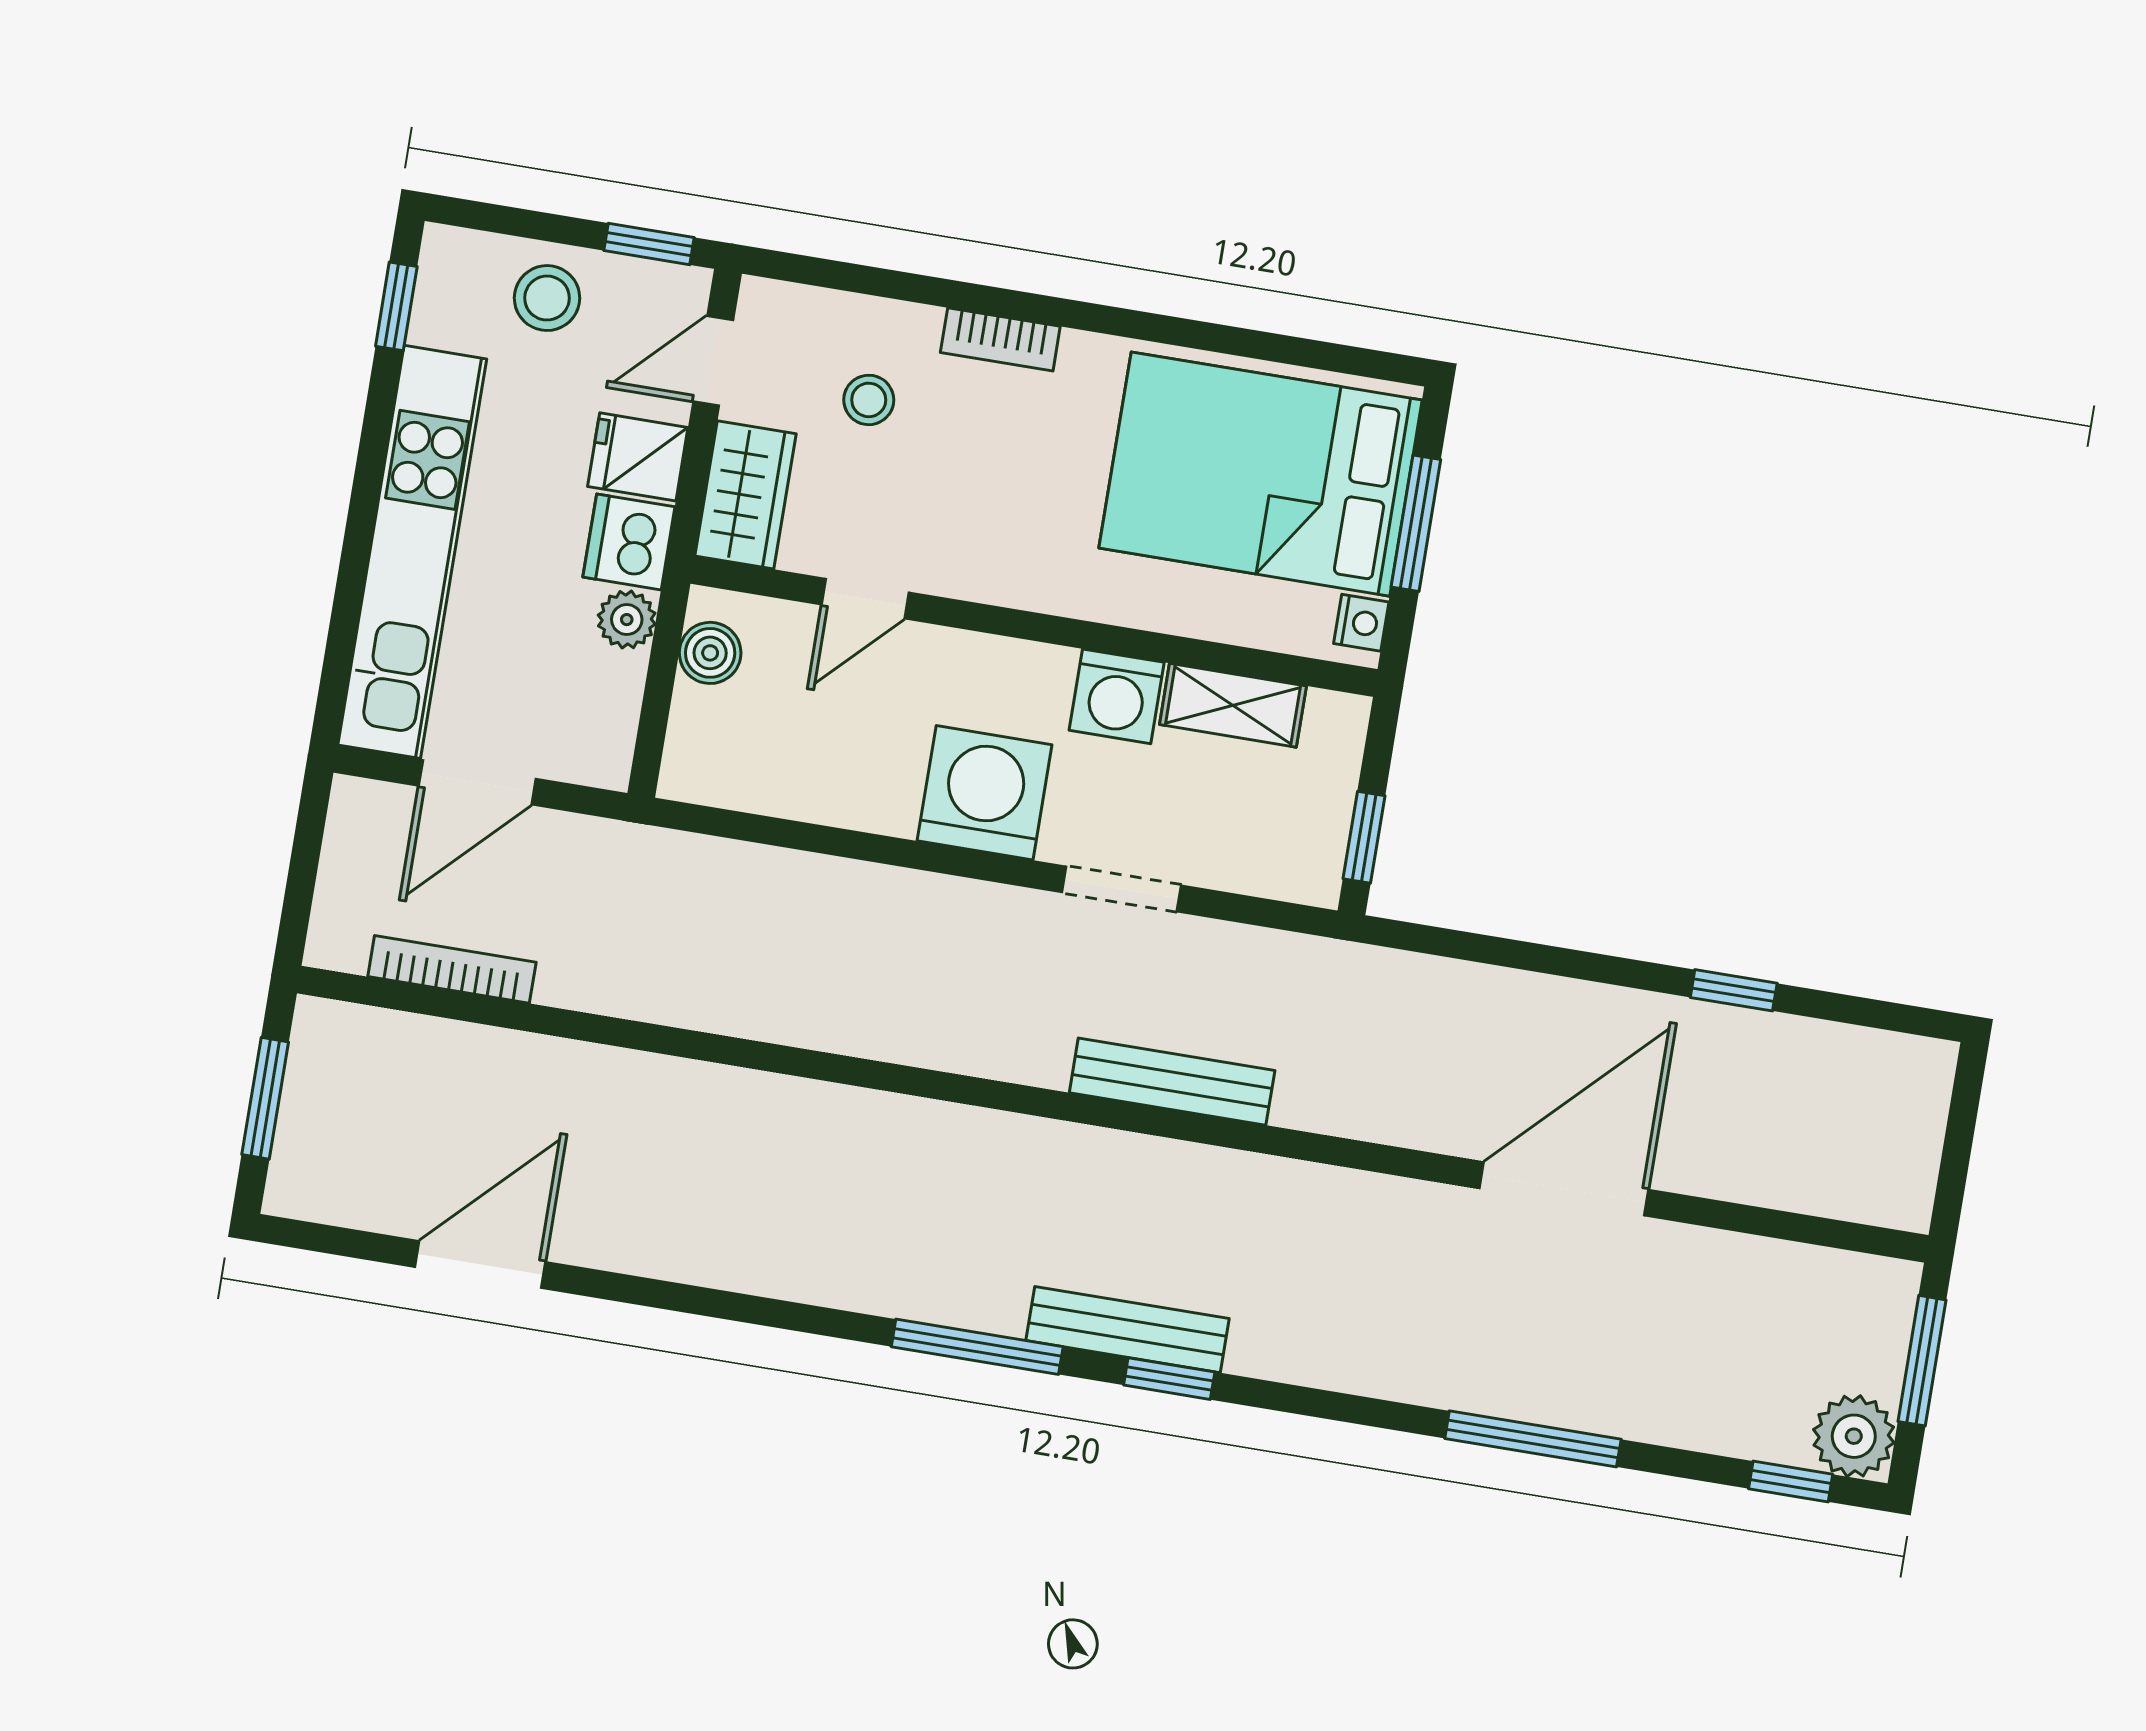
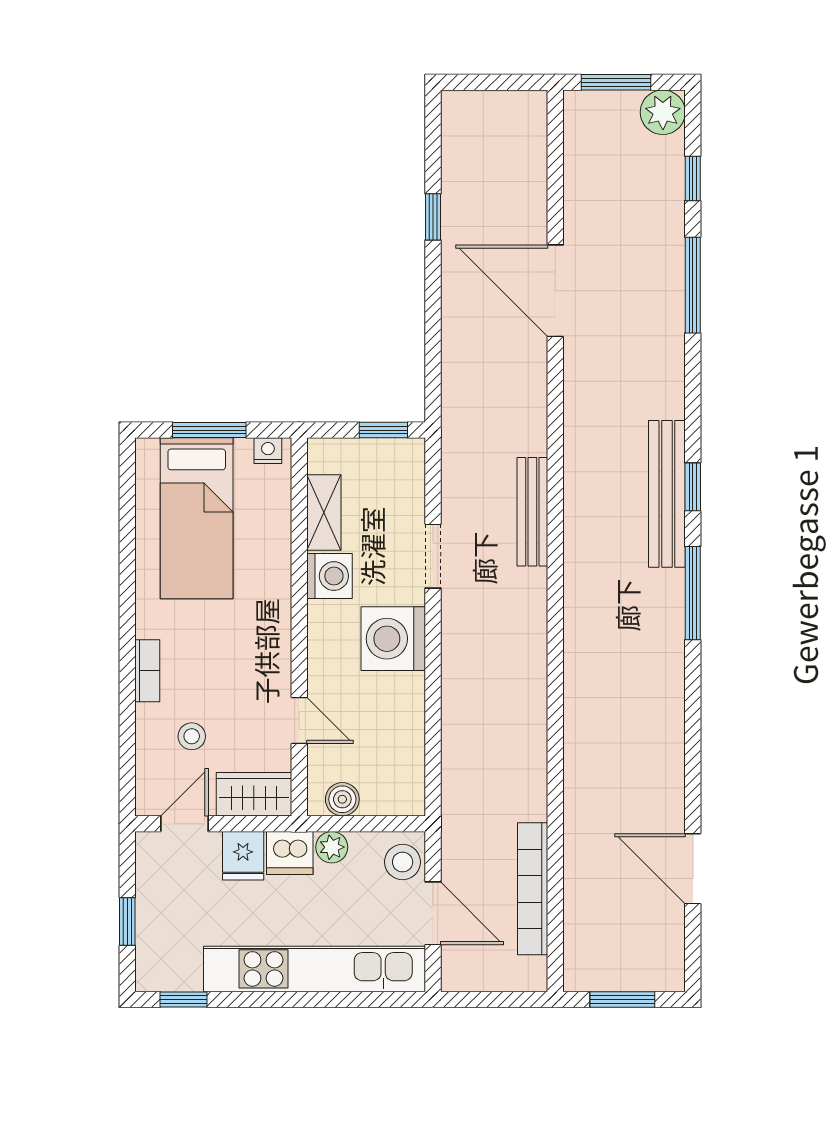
window: (649, 244) -> (127, 922), moved
stool: (547, 298) -> (403, 862), moved
door: (713, 361) -> (184, 824), swing flipped
bed: (1261, 474) -> (197, 518), width x0.67
bookcase: (452, 969) -> (533, 889), width x1.48, depth x1.31
bench: (1127, 1330) -> (667, 494), width x1.37, depth x1.21
window: (1791, 1481) -> (693, 178), moved

